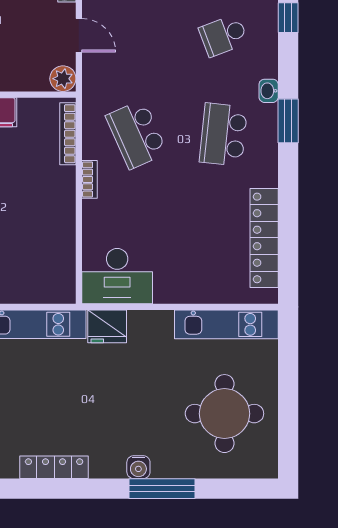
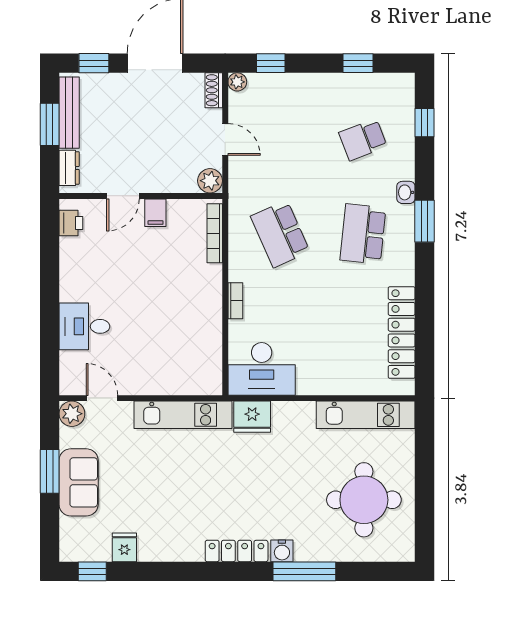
bookcase: (89, 179) -> (235, 301), moved
locker: (54, 467) -> (237, 551), moved

